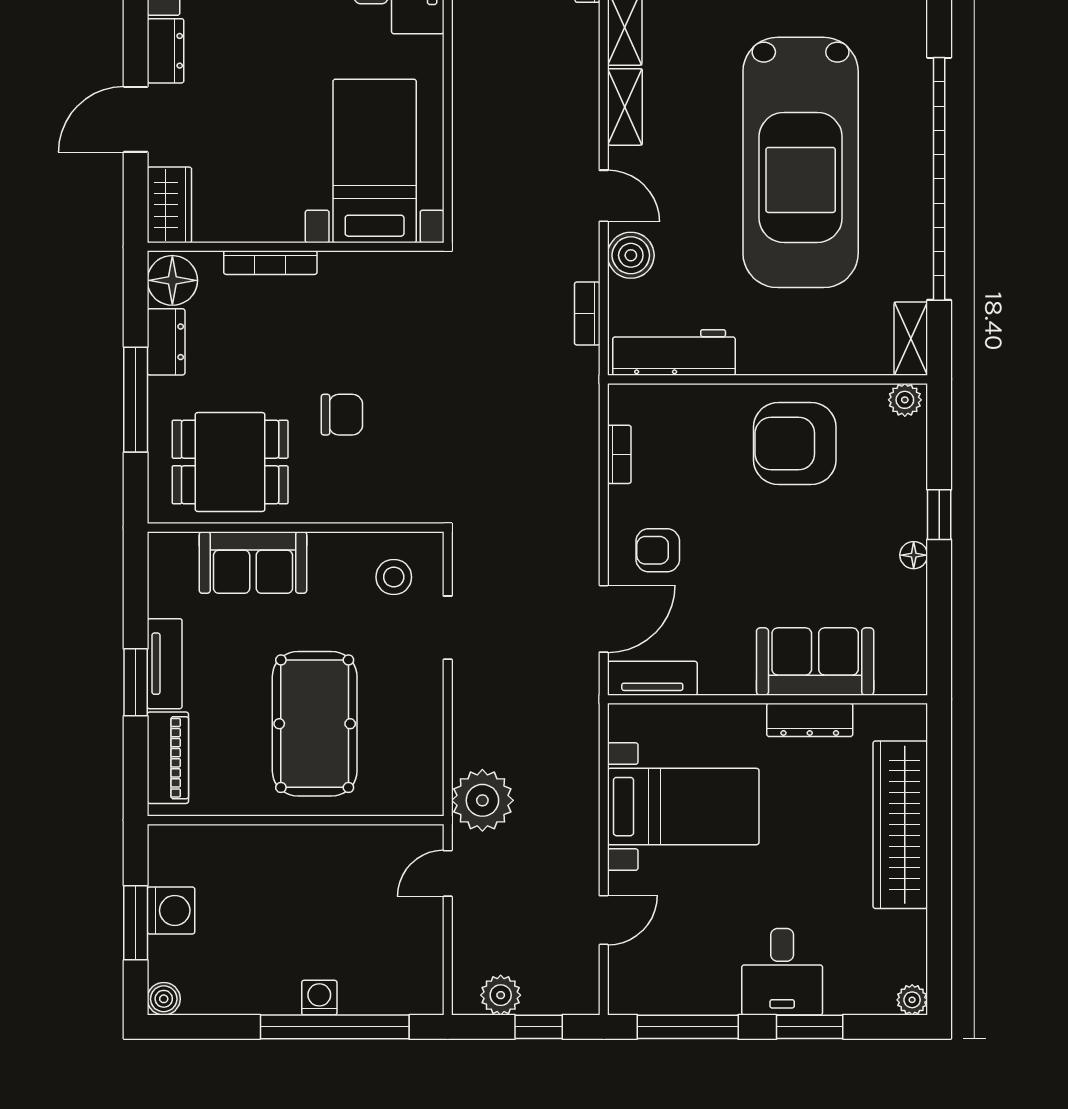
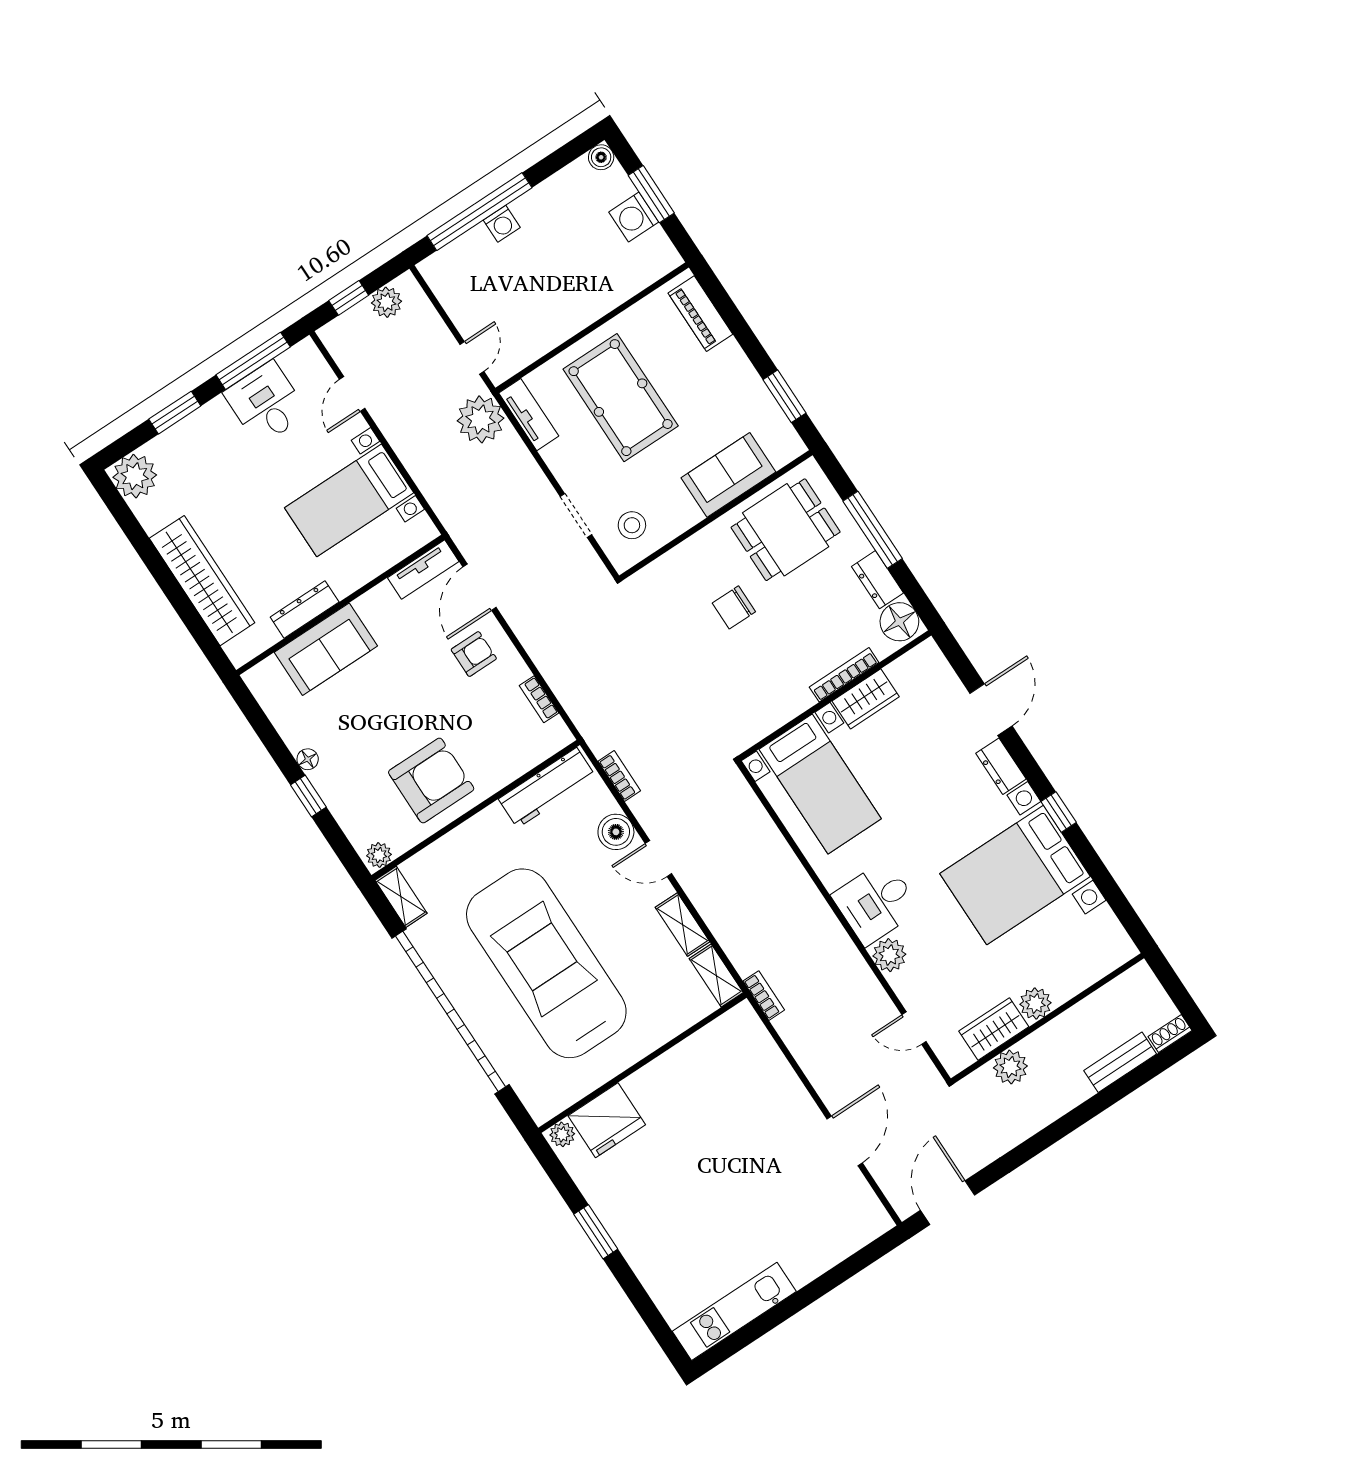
wardrobe: (169, 205) -> (866, 699), moved, turned -90
tv unit: (165, 664) -> (529, 415), moved, turned 180
window: (136, 682) -> (785, 396), moved
desk: (782, 972) -> (266, 403), moved
plant: (912, 1000) -> (135, 476), width x1.87, depth x1.87

